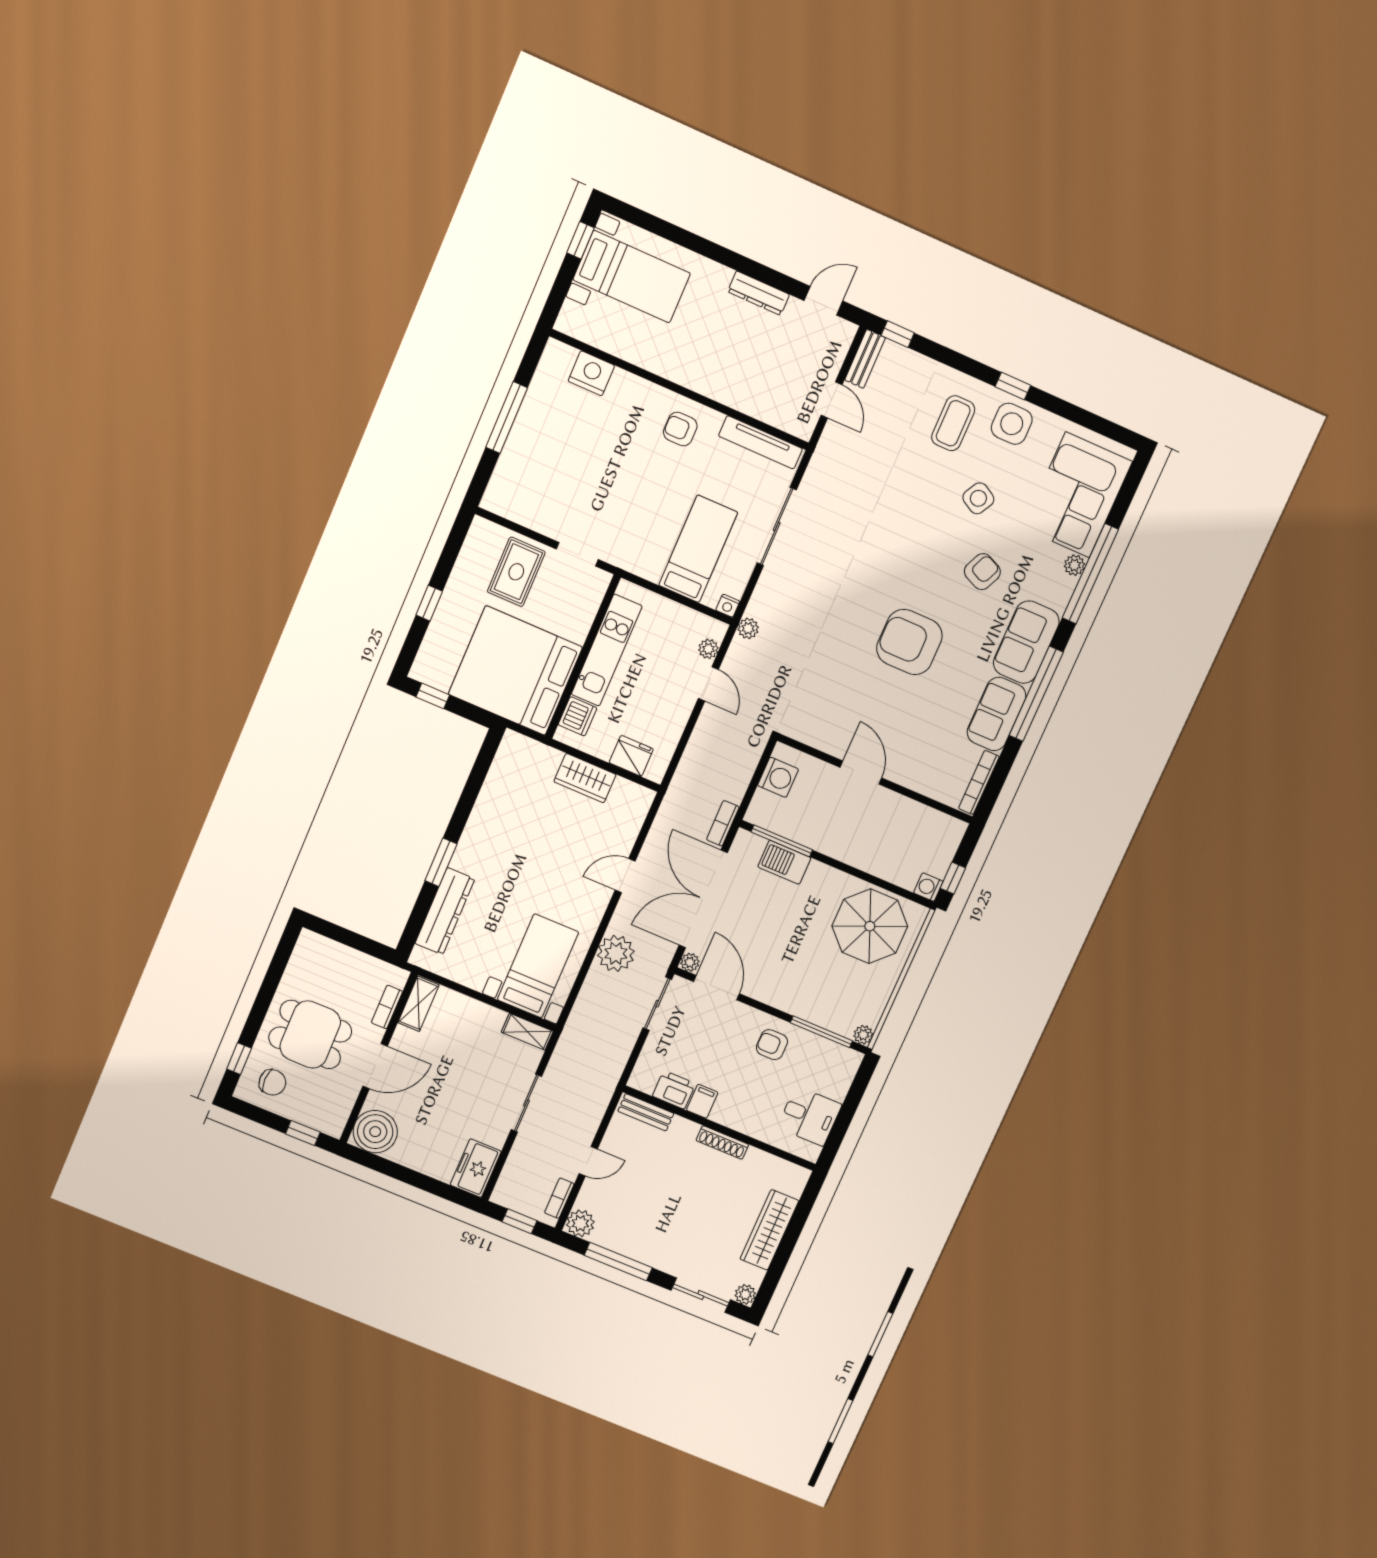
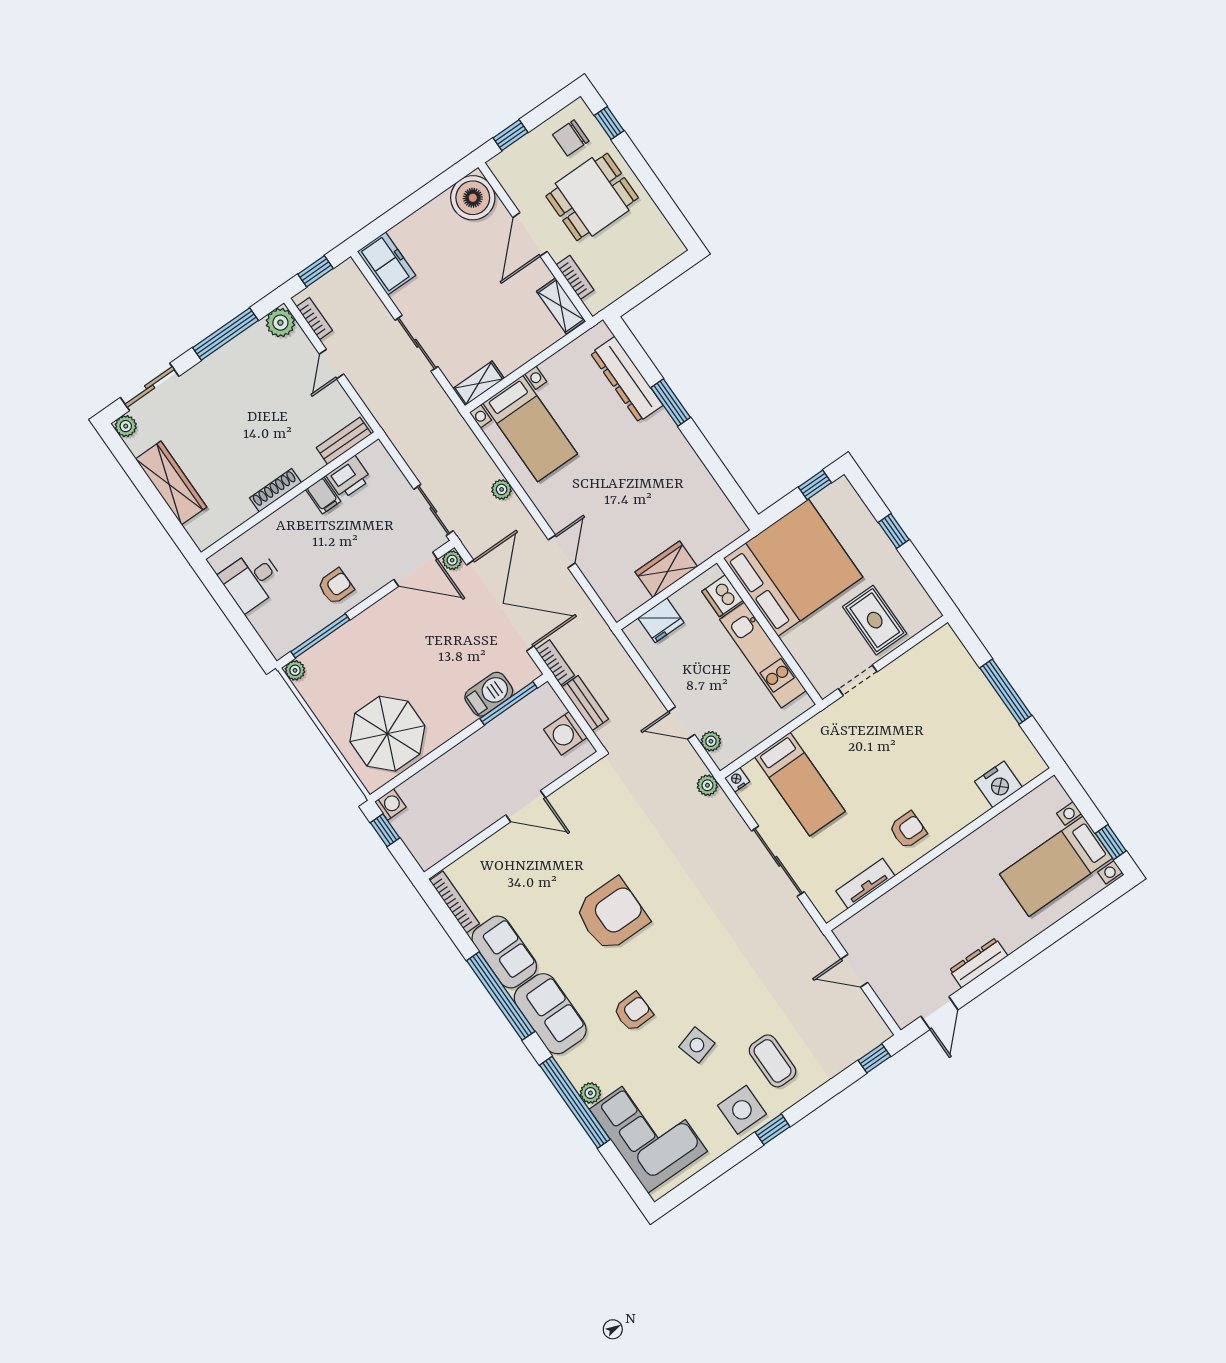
bench: (865, 359) -> (585, 703), moved
tv unit: (760, 442) -> (865, 883), width x0.71
side table: (978, 498) -> (697, 1045), turned 45
armchair: (982, 572) -> (633, 1012), turned -116
plant: (616, 953) -> (502, 489), width x0.53, depth x0.53

